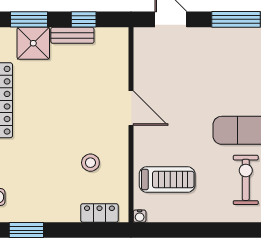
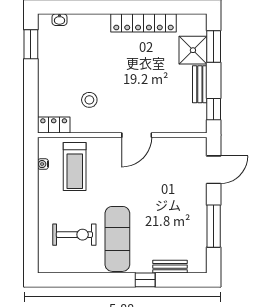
window: (84, 19) -> (214, 109), moved
locker: (99, 213) -> (54, 125), moved, turned -90
water cooler: (140, 216) -> (43, 164), moved

